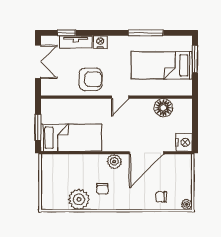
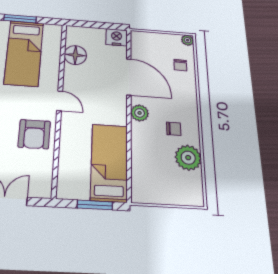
armchair: (90, 79) -> (34, 134), turned 180

